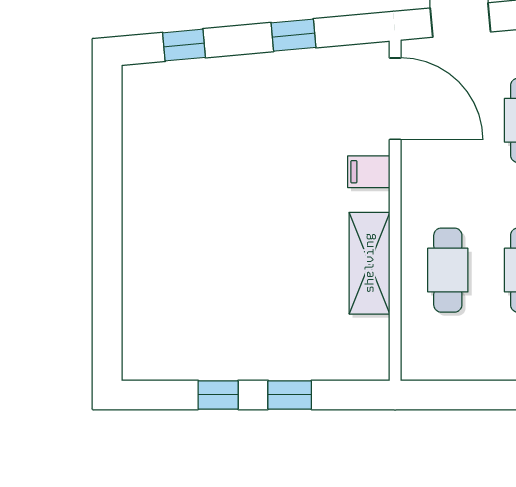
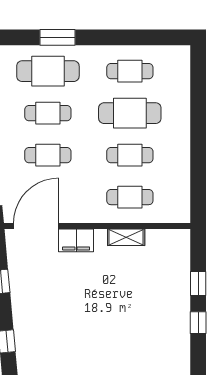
filing cabinet: (369, 172) -> (76, 240), width x2.00
shelving: (369, 263) -> (126, 237), width x0.67, depth x0.75

